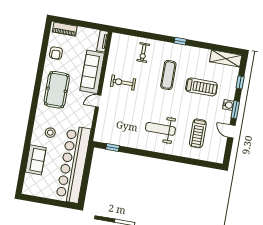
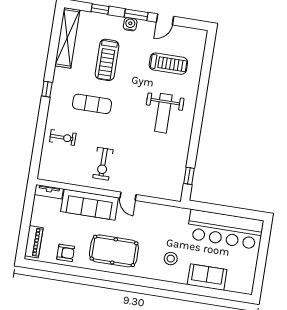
shelving: (226, 58) -> (67, 38), width x1.47
treadmill: (201, 87) -> (107, 60), turned 180
bar counter: (73, 164) -> (225, 229), width x0.73

